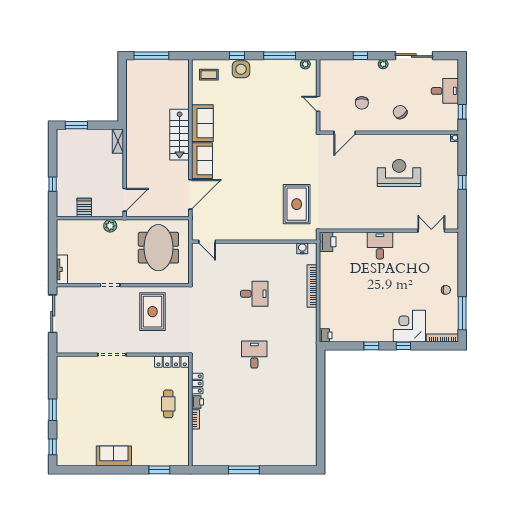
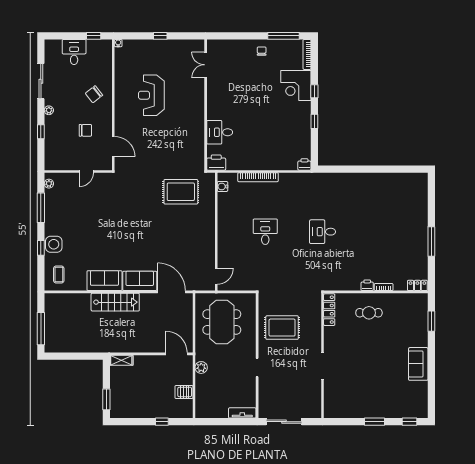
desk: (380, 245) -> (220, 132), moved
meeting table: (158, 248) -> (222, 322), turned 90
locker: (197, 384) -> (417, 285), moved

